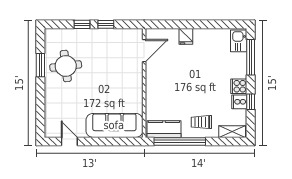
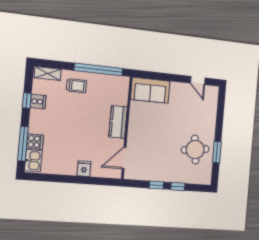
cooker: (239, 86) -> (35, 142), moved
sofa: (114, 125) -> (150, 90), width x0.73
kitchen counter: (164, 129) -> (118, 122), moved, turned 90

